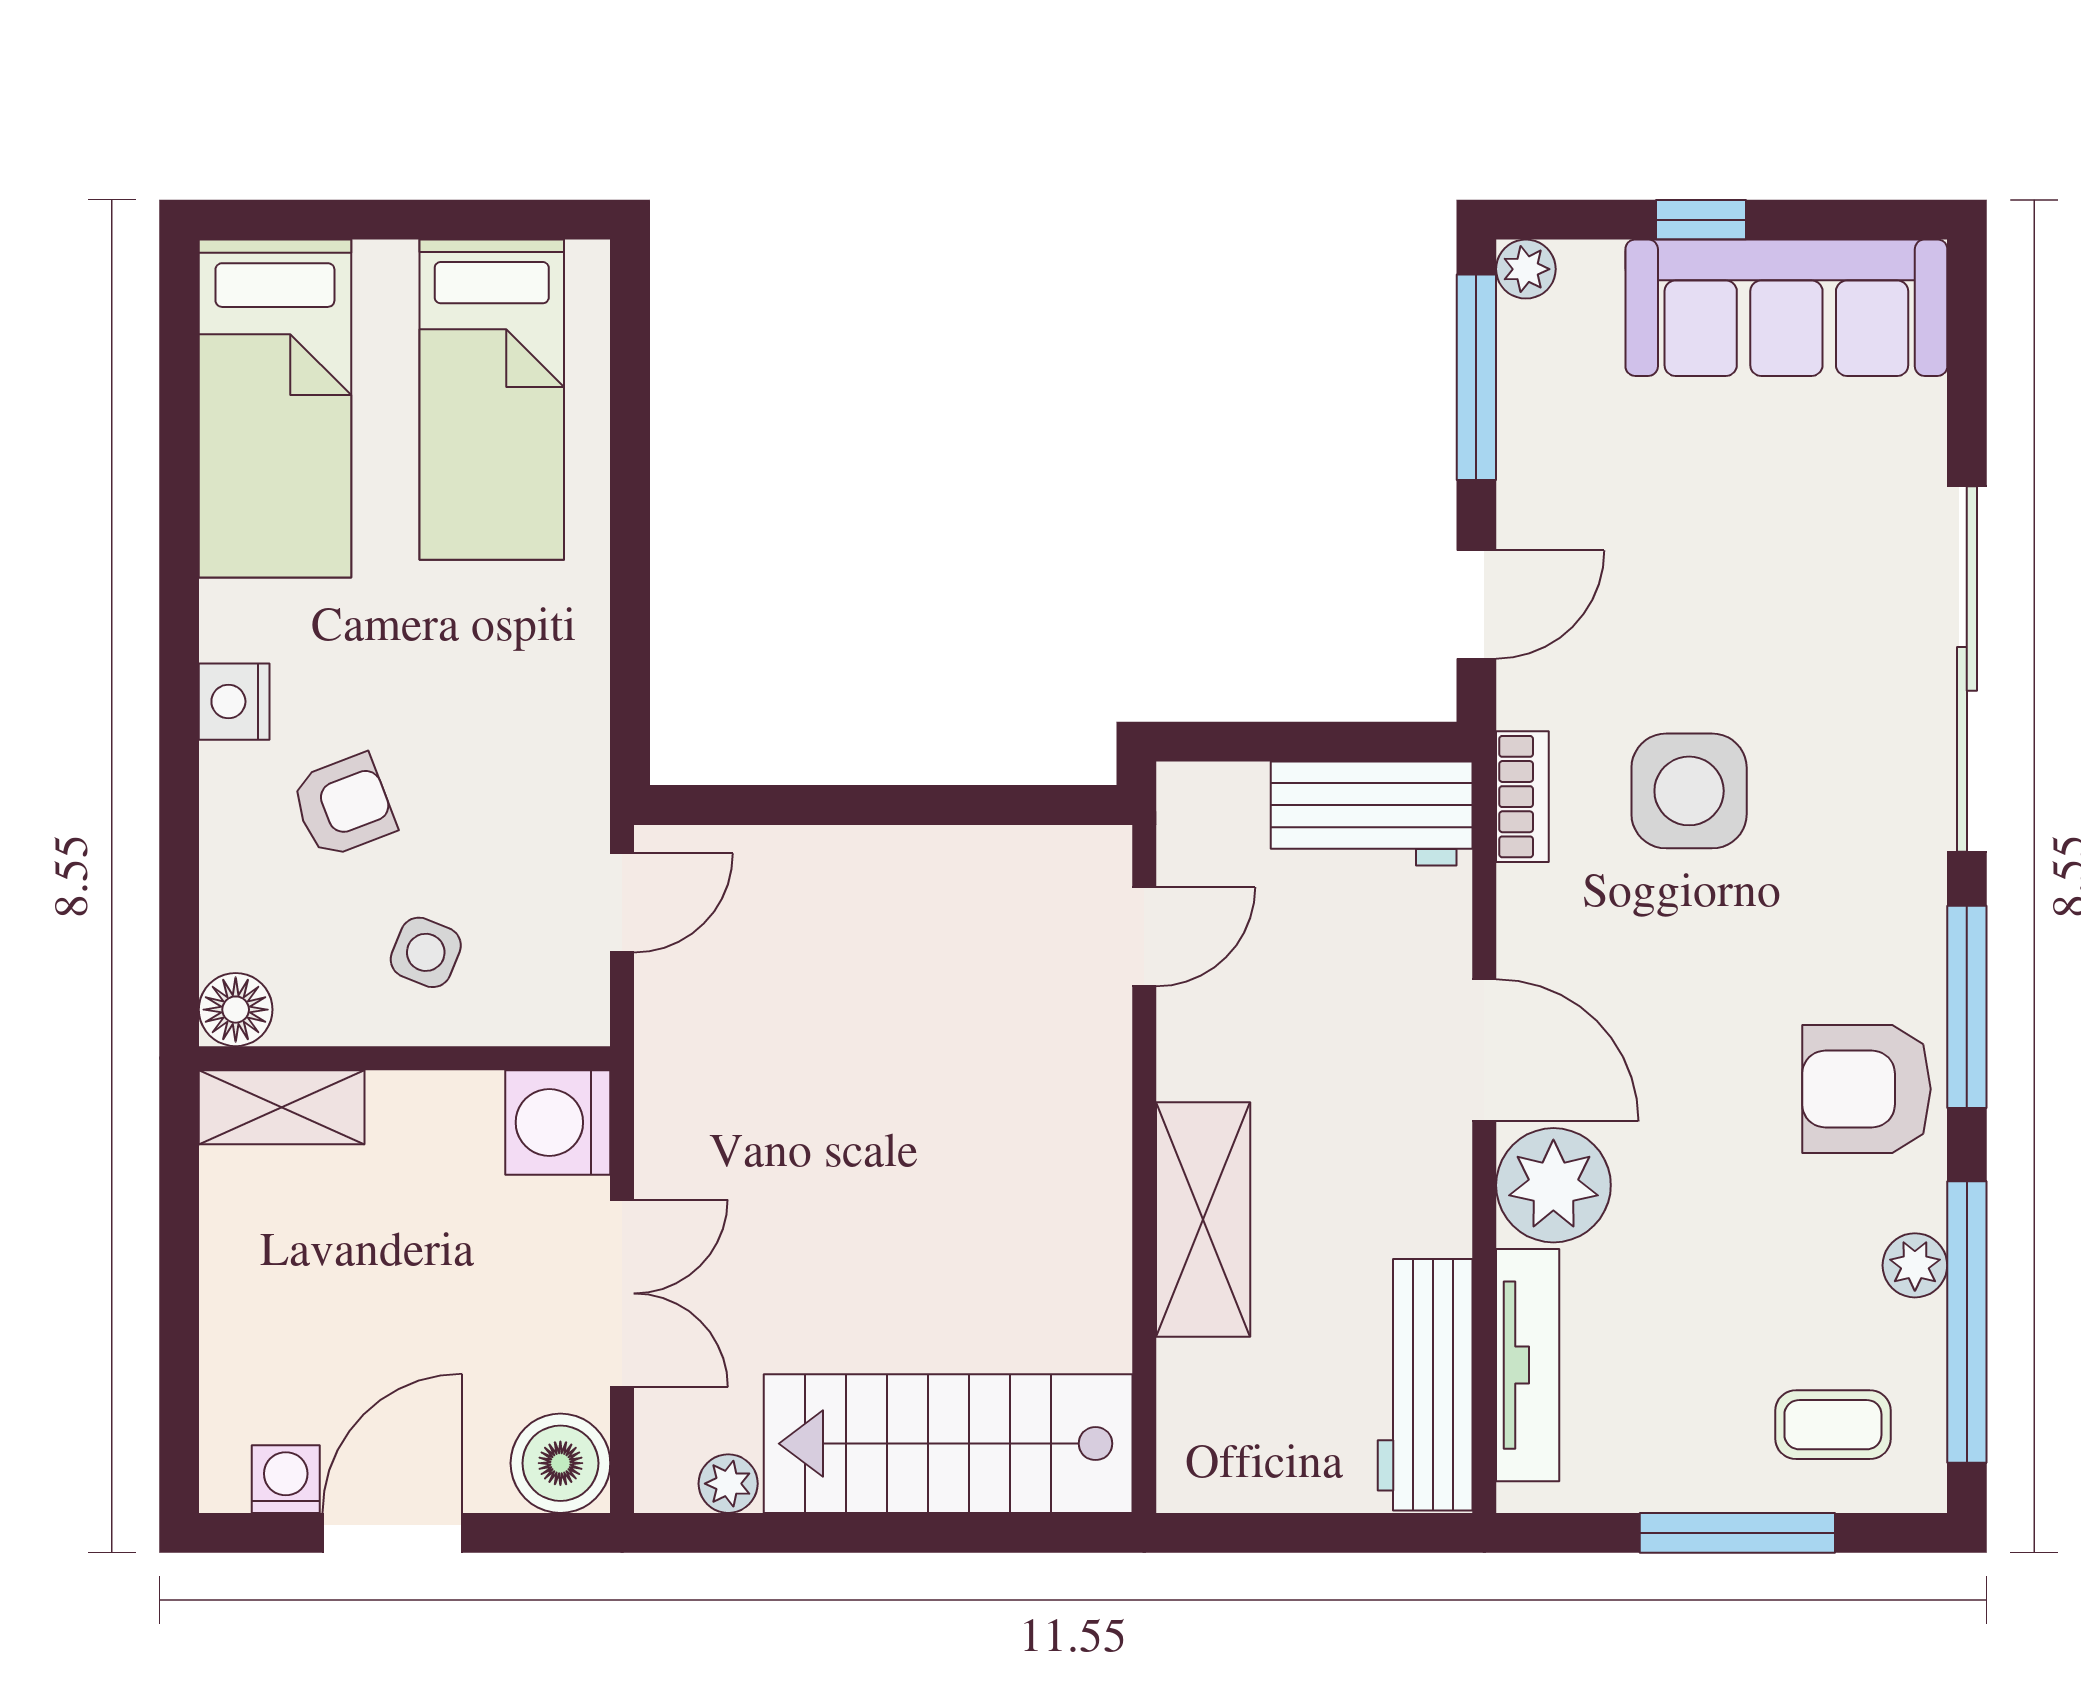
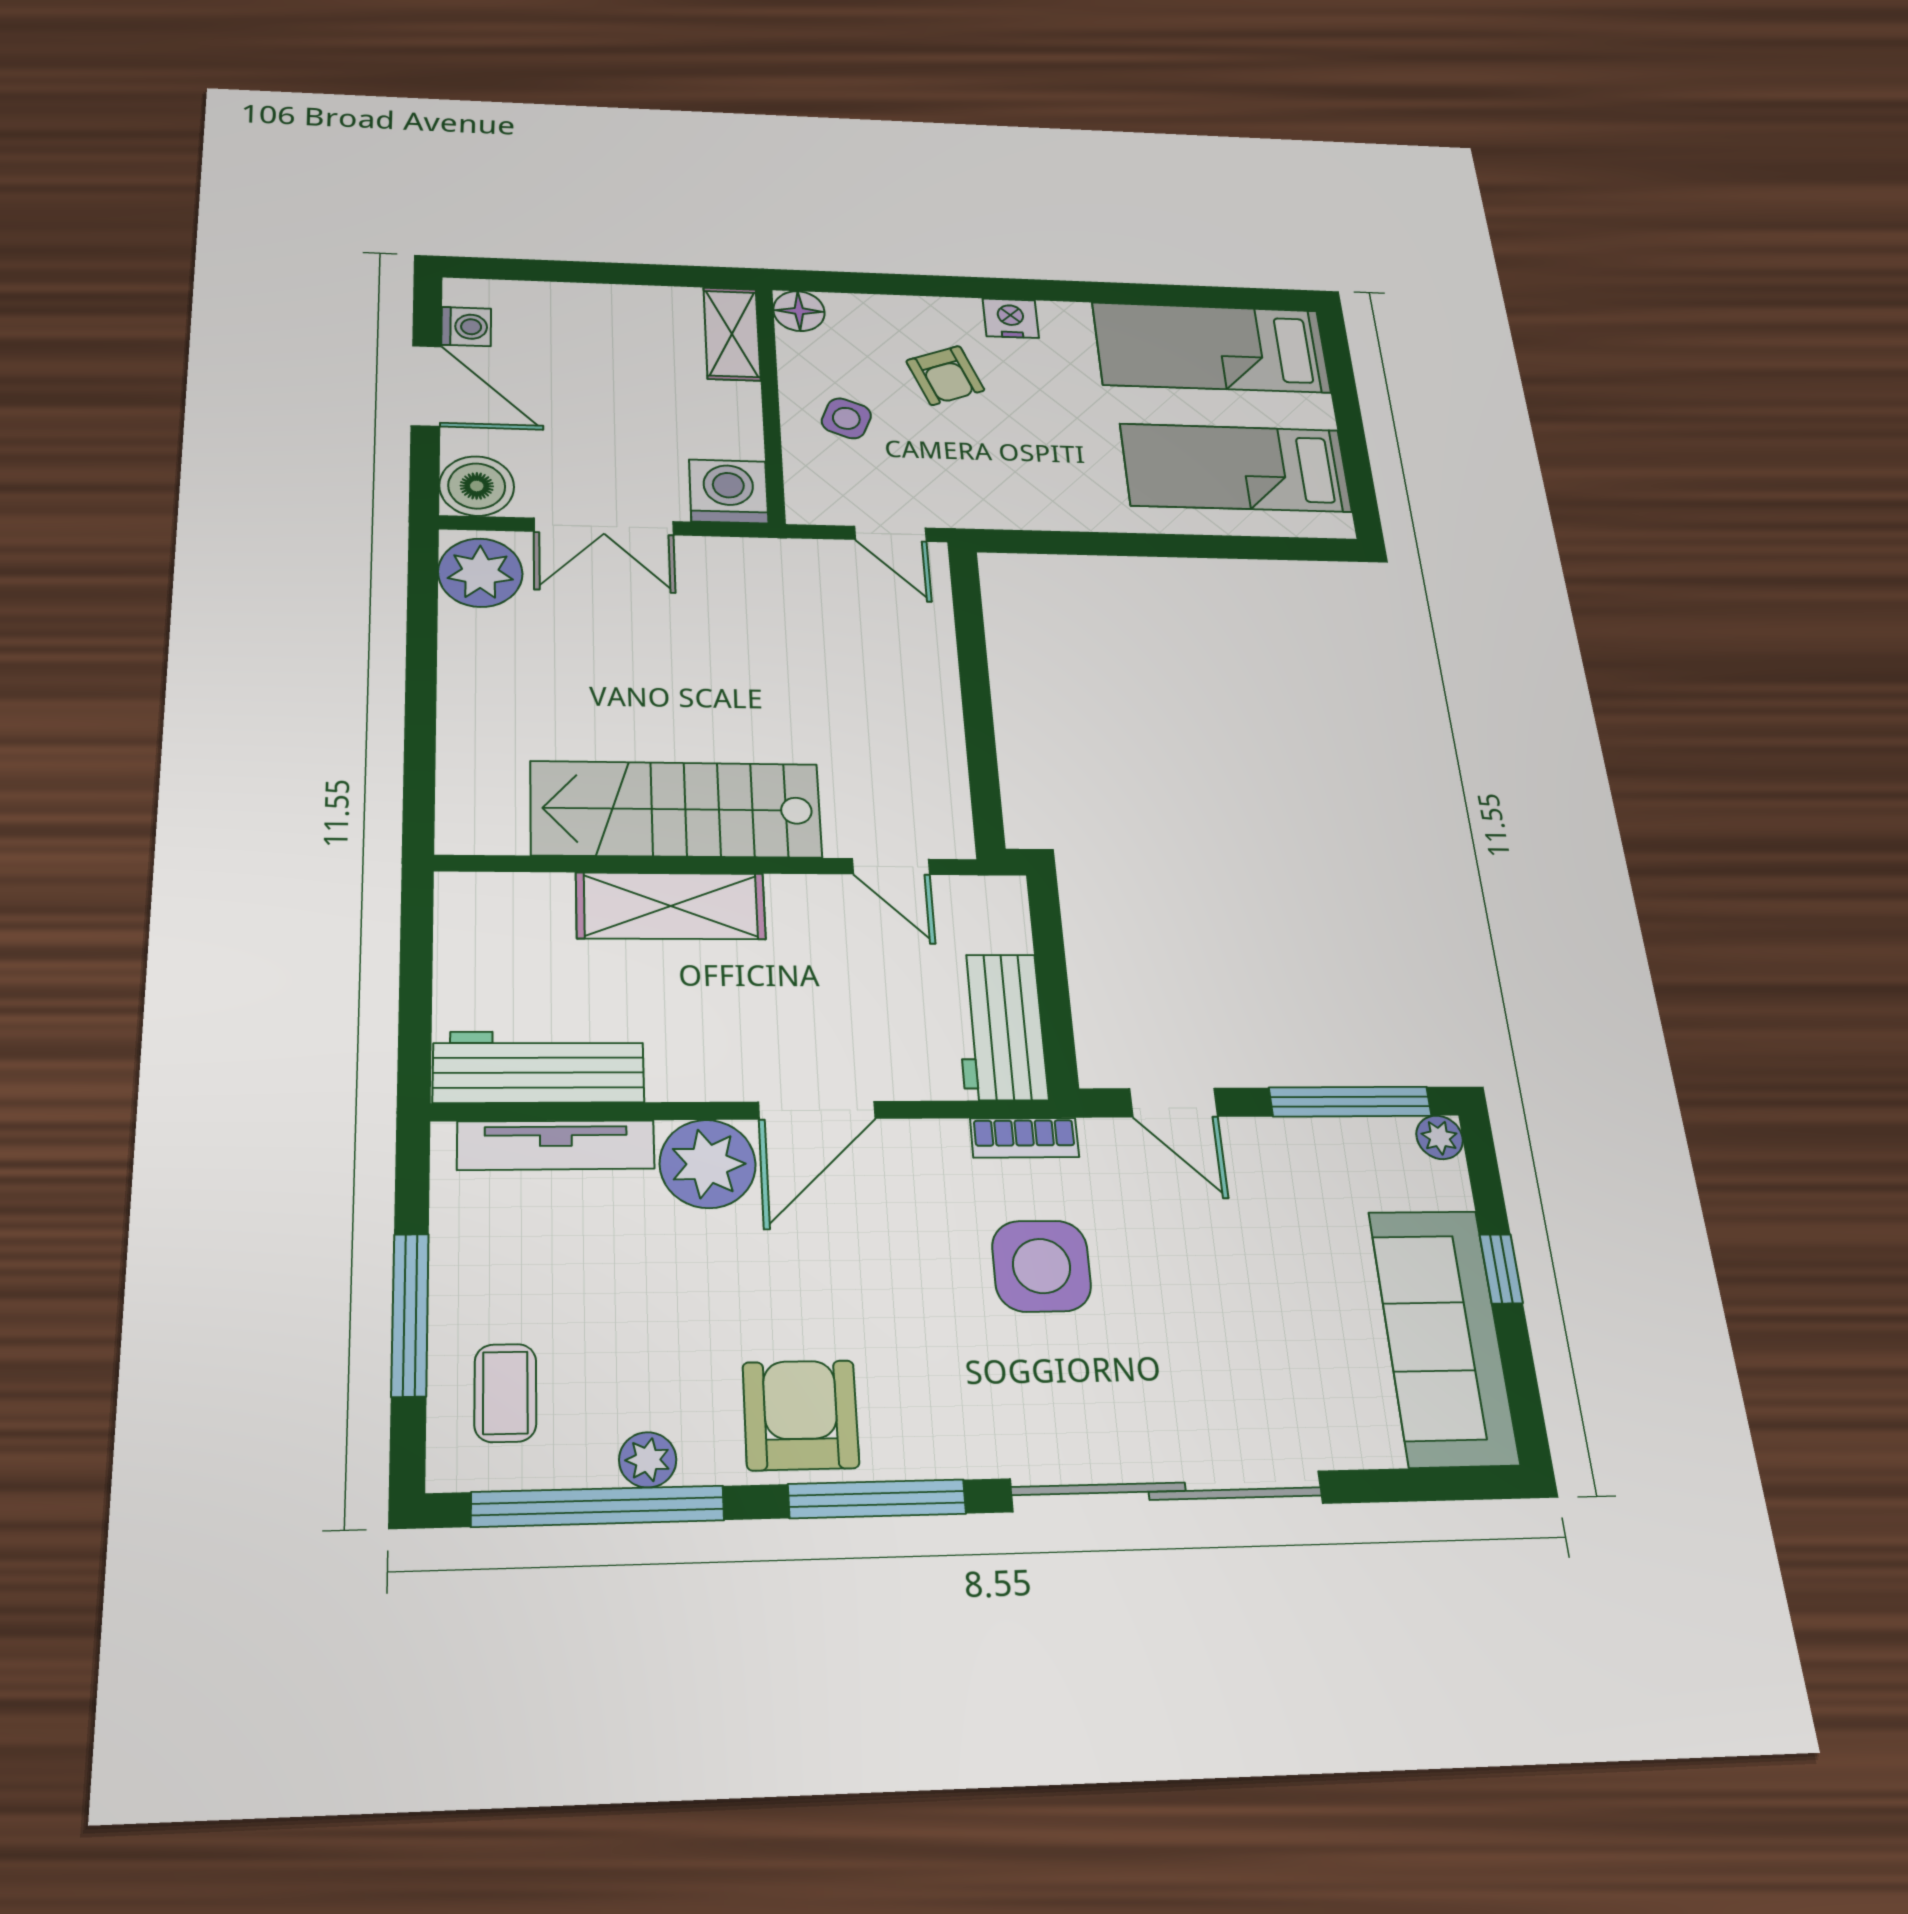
stairs: (948, 1444) -> (676, 809), moved, turned -90
plant: (728, 1484) -> (480, 573), width x1.87, depth x1.87

